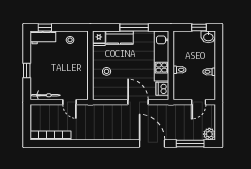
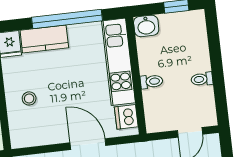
window: (134, 27) -> (67, 19), width x1.46
washbasin: (208, 37) -> (146, 26), moved

